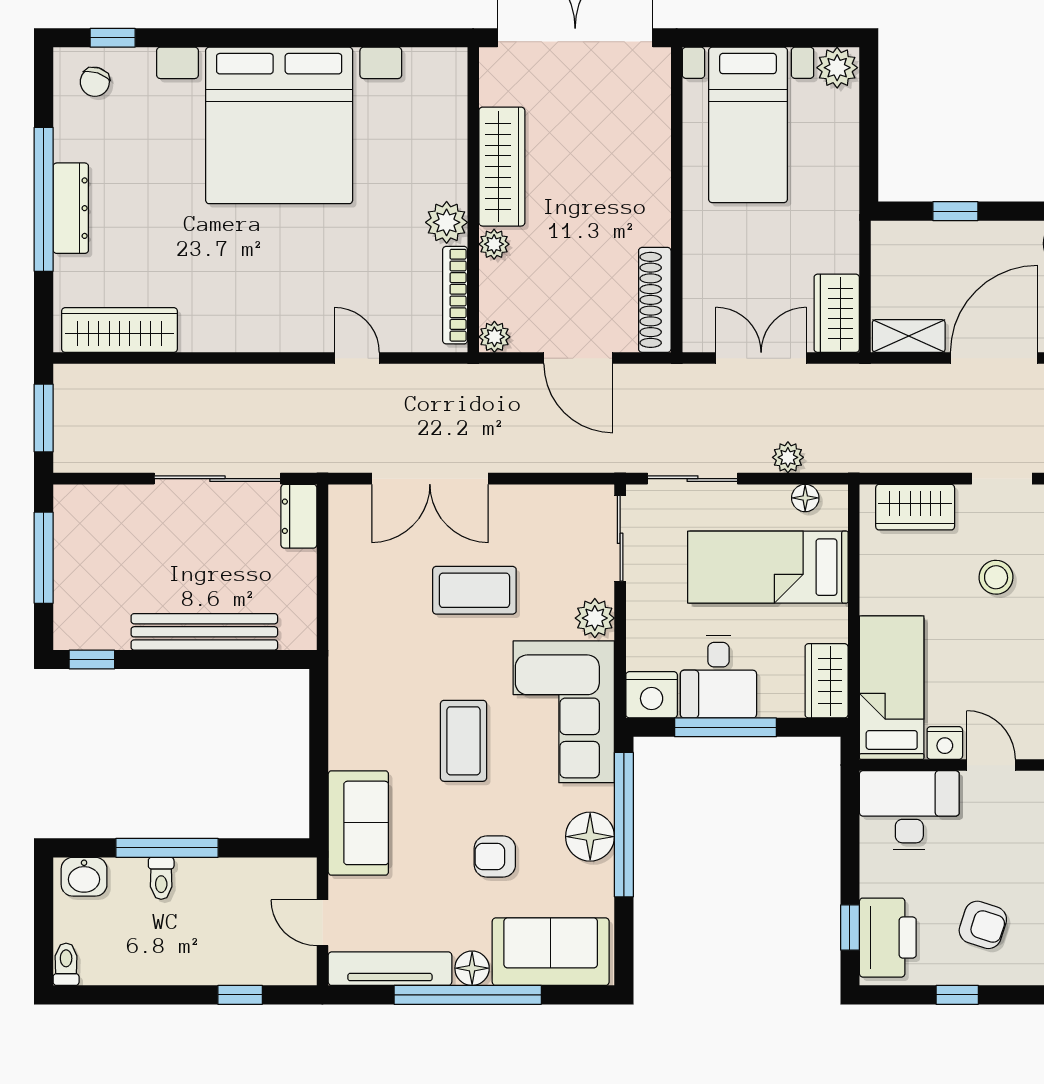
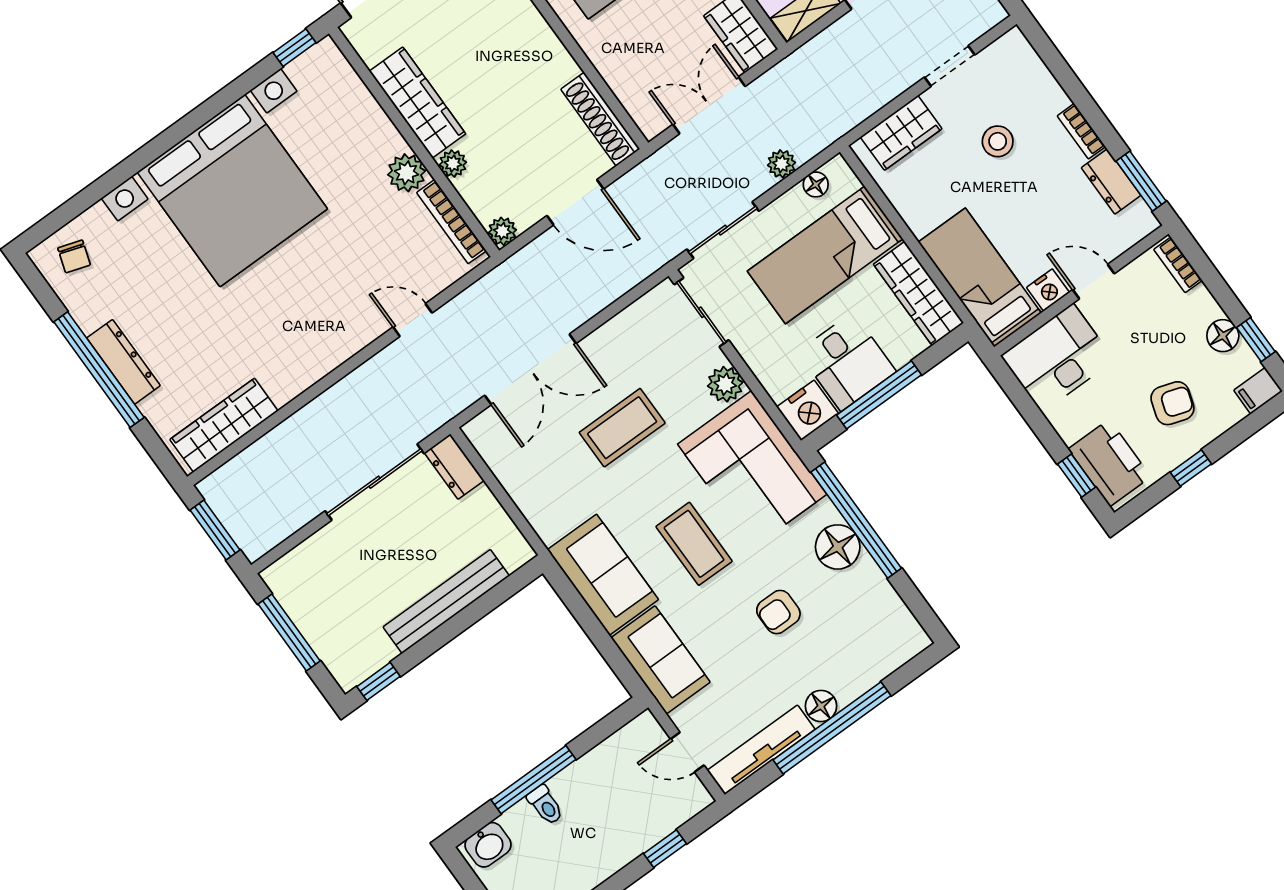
window: (113, 38) -> (295, 48), moved
wardrobe: (827, 681) -> (918, 294), width x1.50
sofa: (551, 952) -> (603, 575), moved, turned 90

